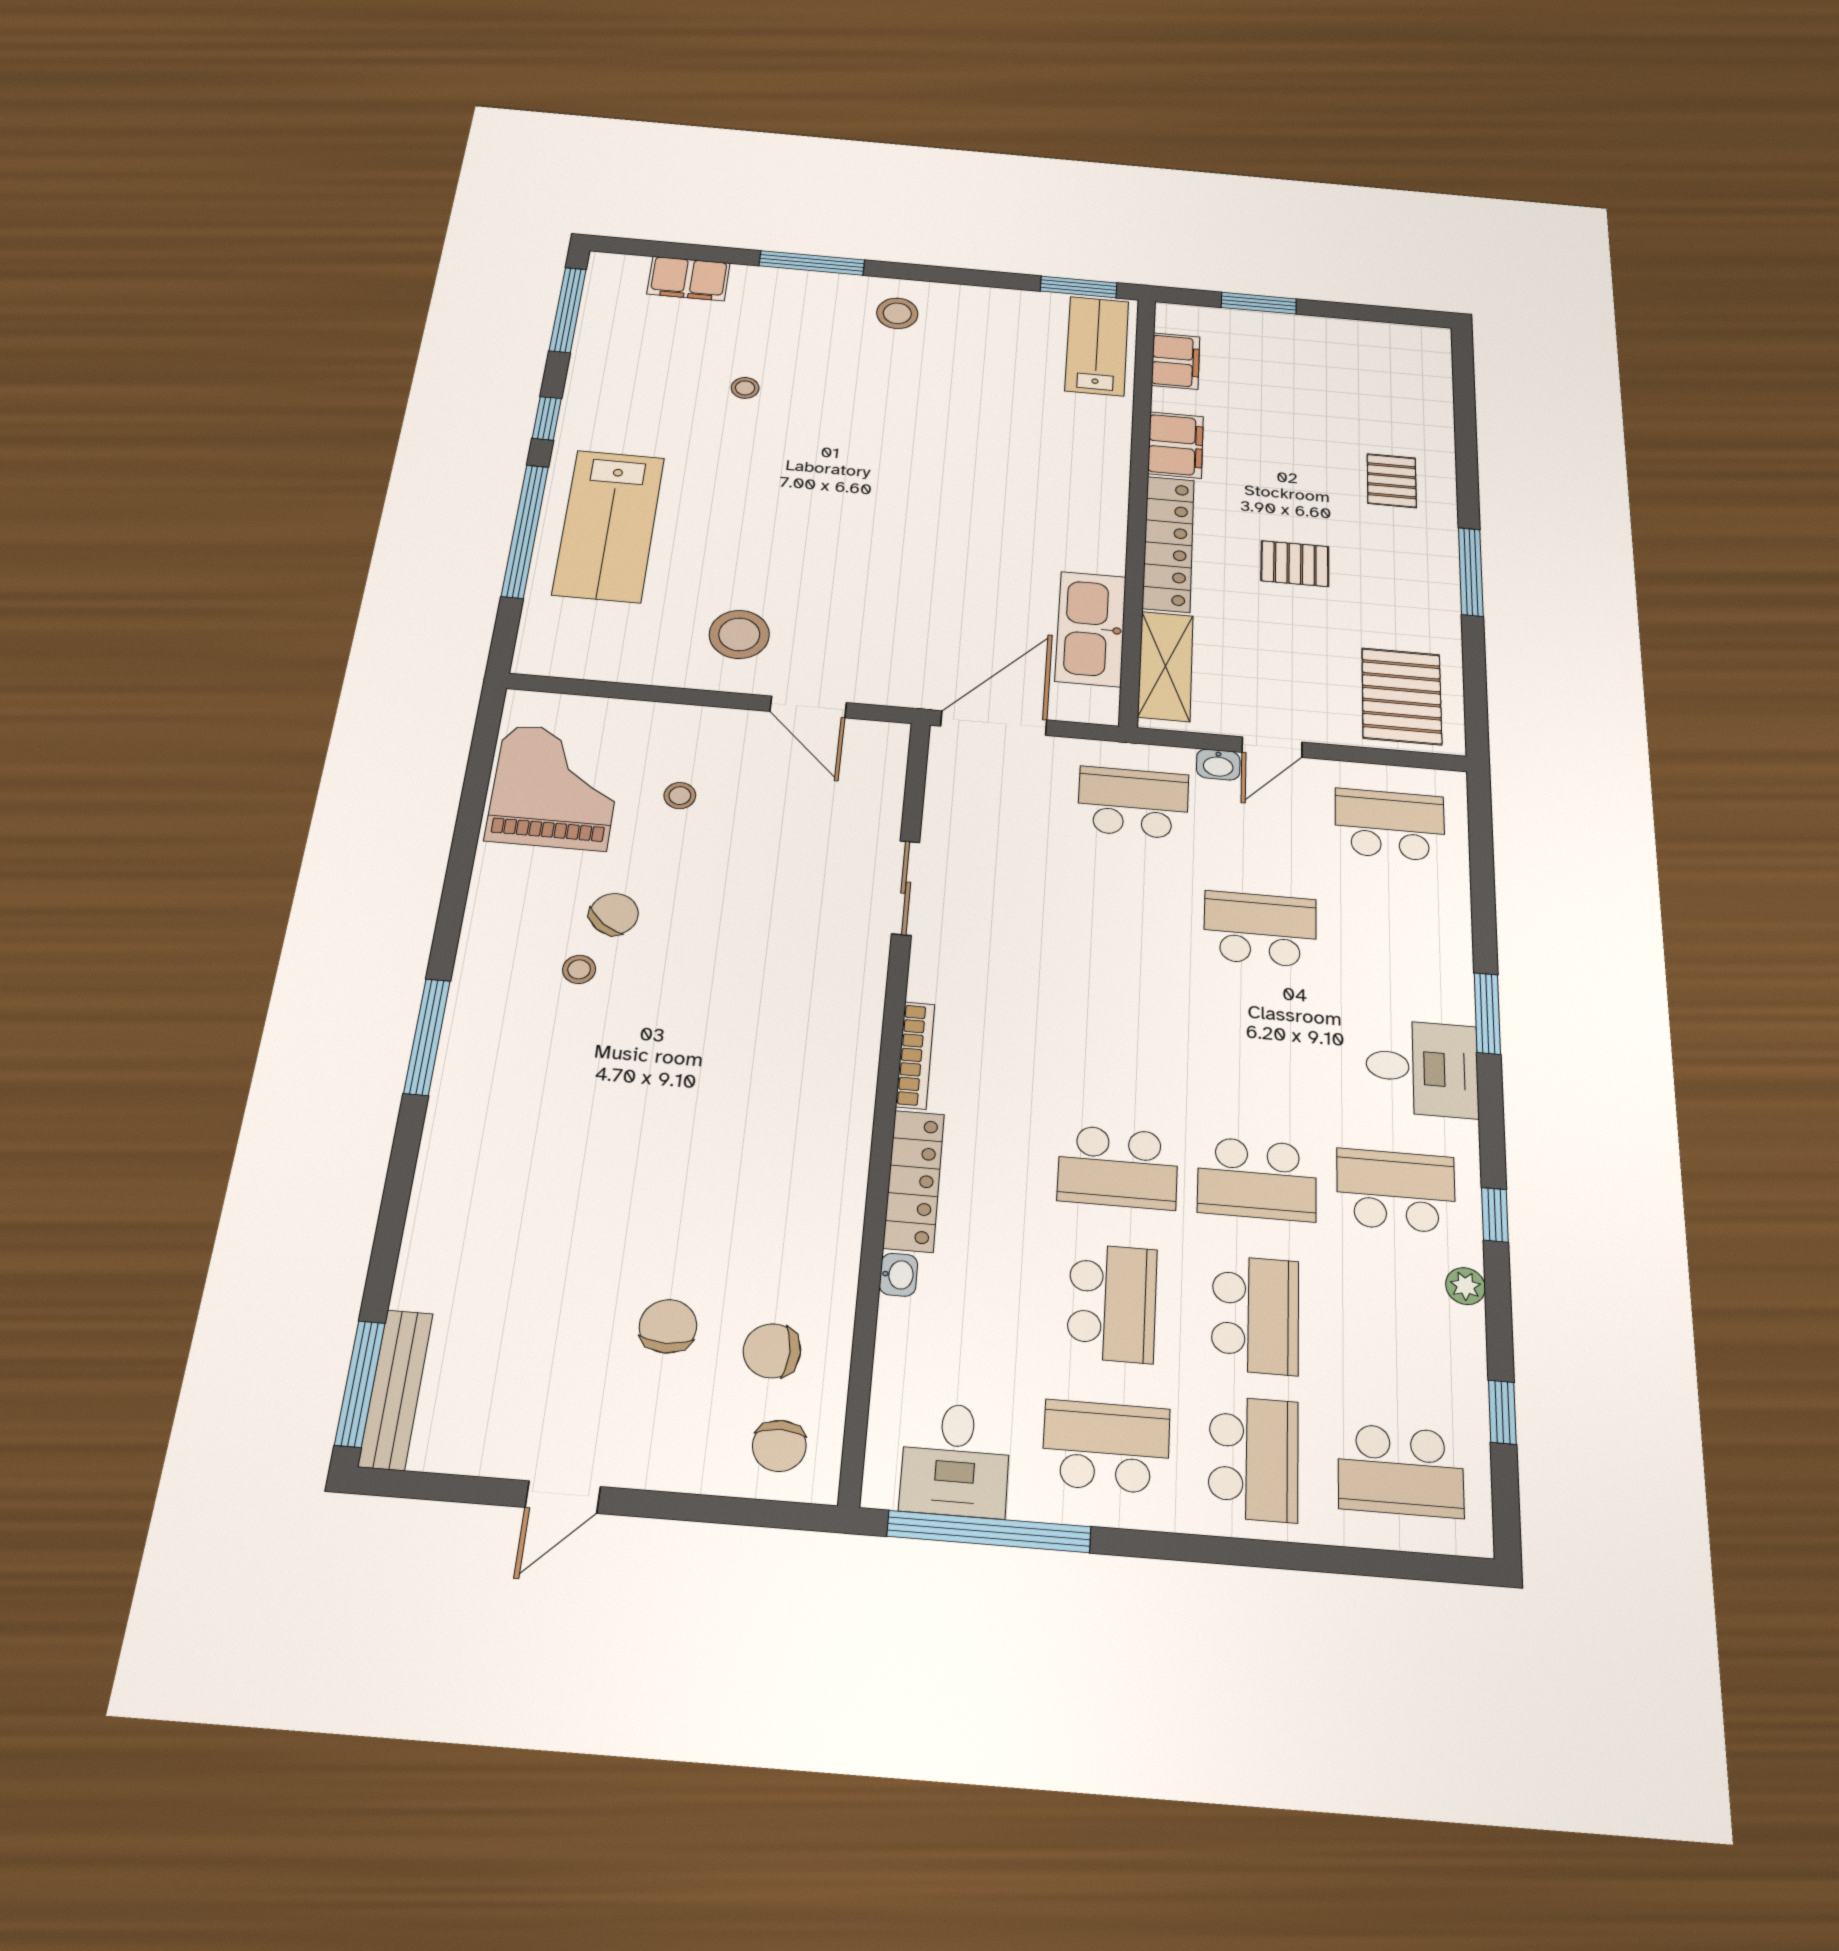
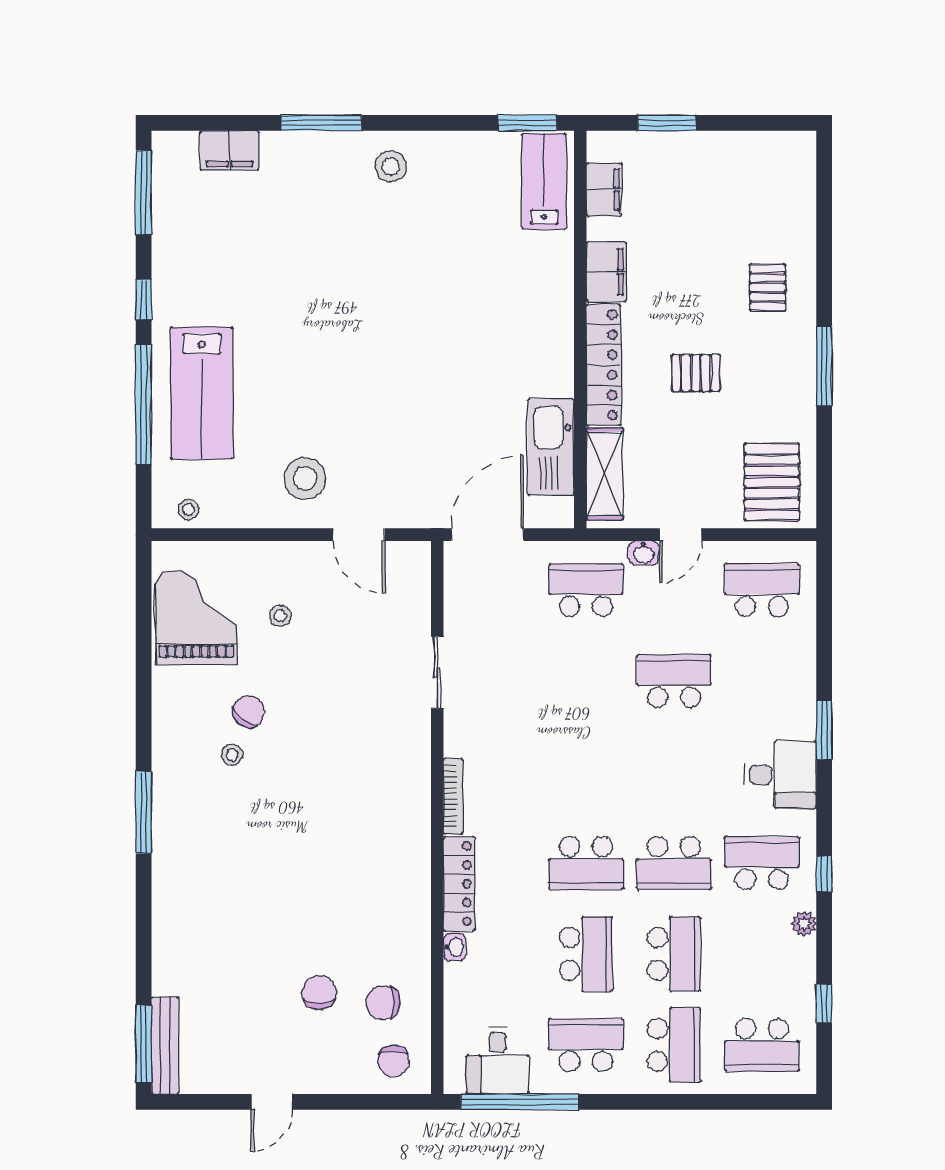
stool: (745, 388) -> (189, 509), moved

